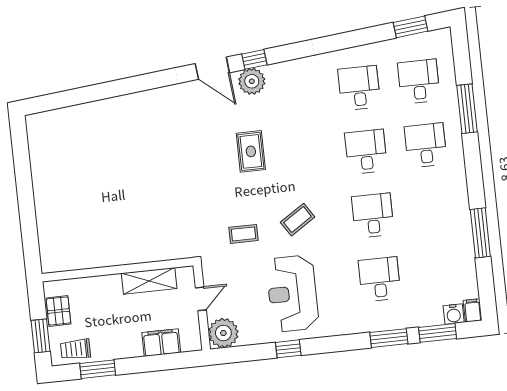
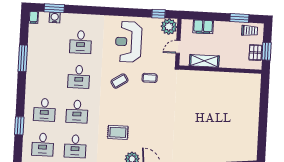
window: (467, 109) -> (19, 126), width x0.69
rug: (251, 151) -> (118, 132), moved, turned 90
reception desk: (292, 294) -> (129, 42), turned 180
water cooler: (454, 314) -> (55, 18), moved
window: (40, 336) -> (267, 51), moved
window: (389, 338) -> (81, 10), removed
window: (288, 349) -> (158, 14), moved

